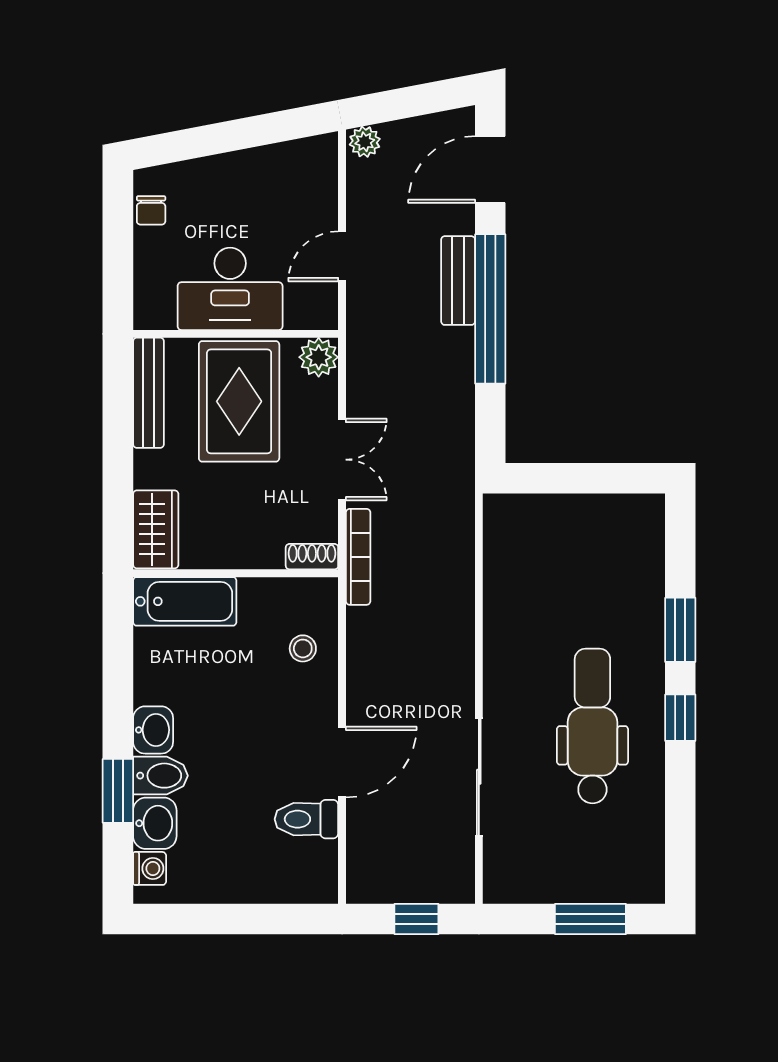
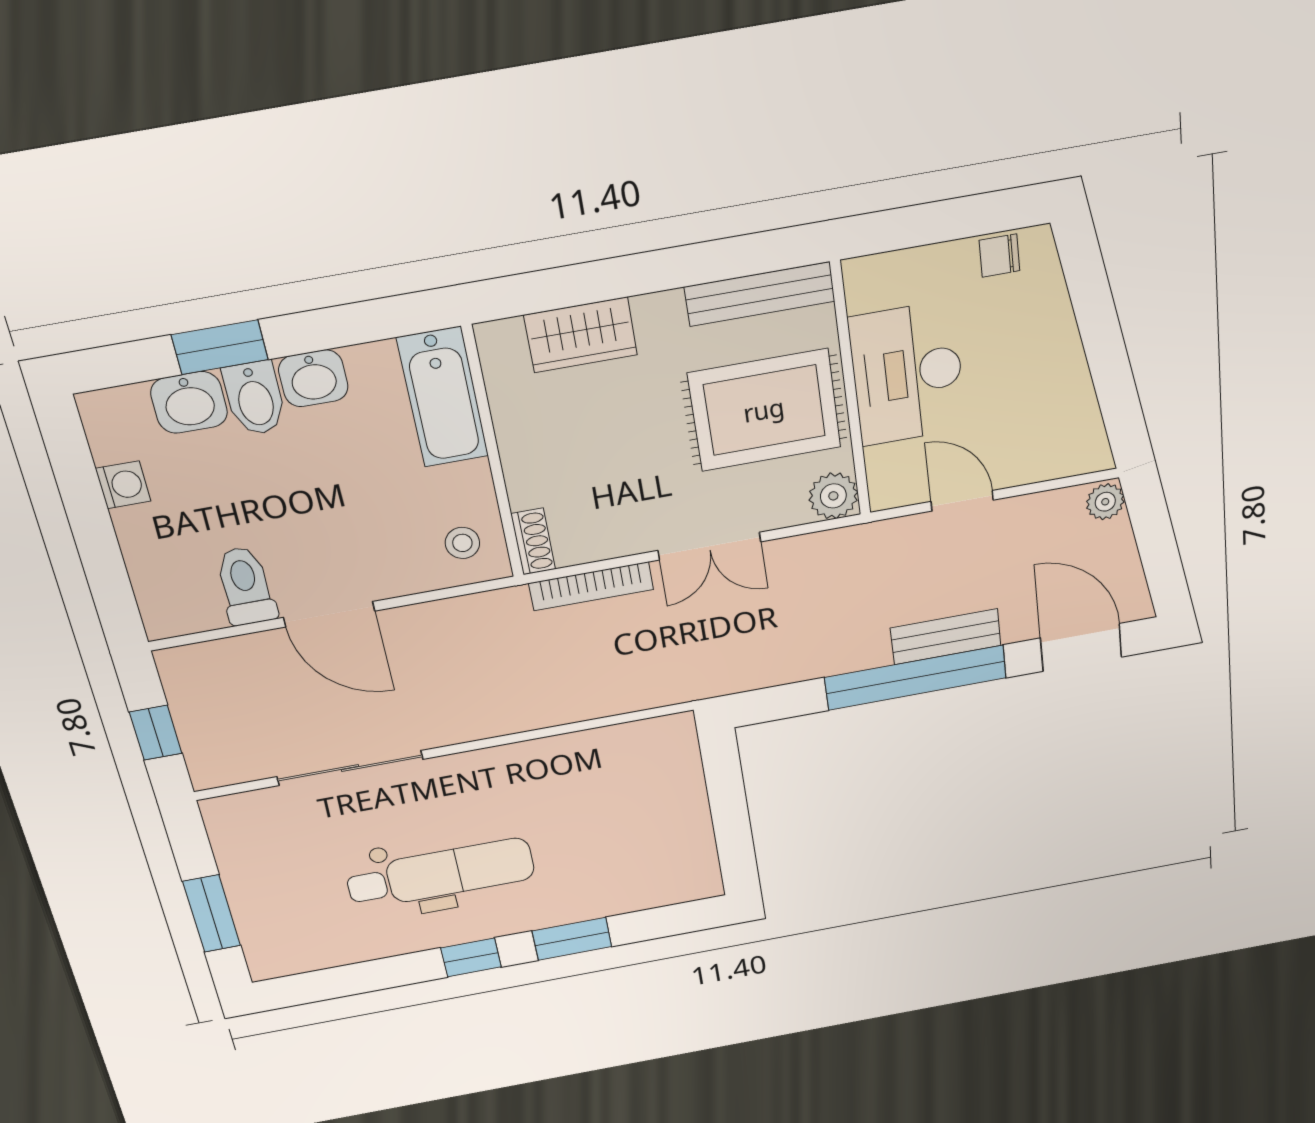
shoe rack: (312, 557) -> (533, 542), moved
wall: (236, 573) -> (493, 454), moved
bathtub: (185, 601) -> (443, 397), moved
washing machine: (150, 868) -> (123, 485), moved, turned -90

